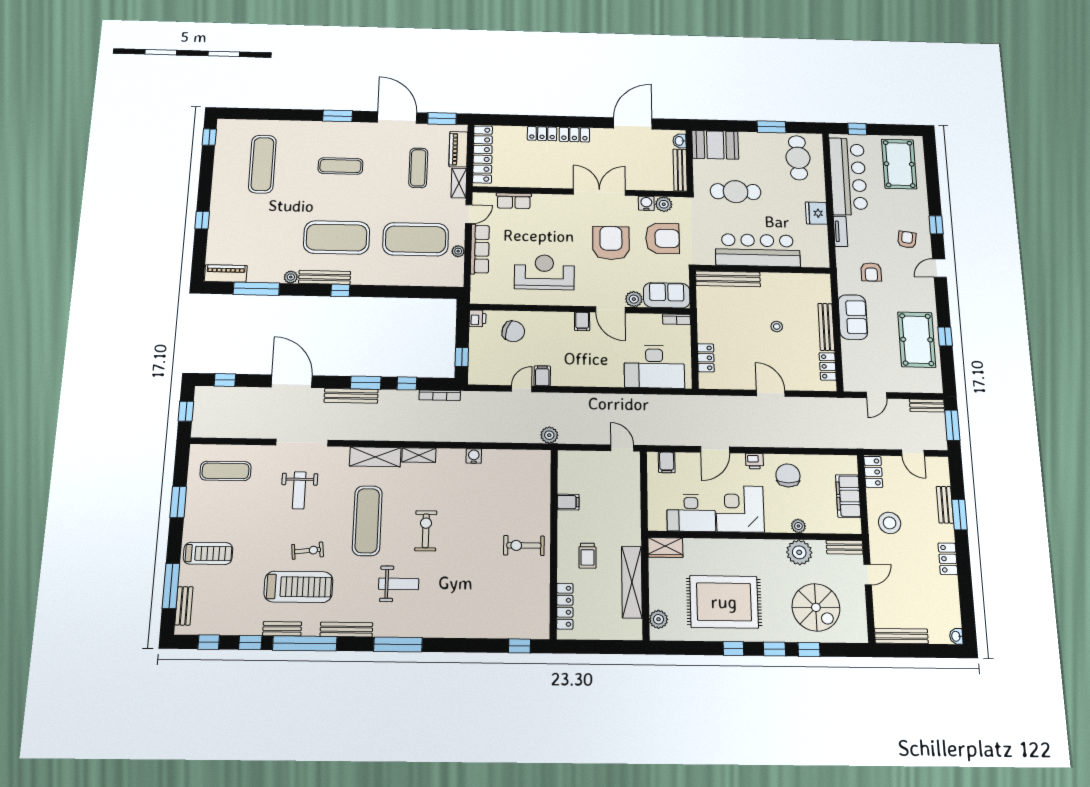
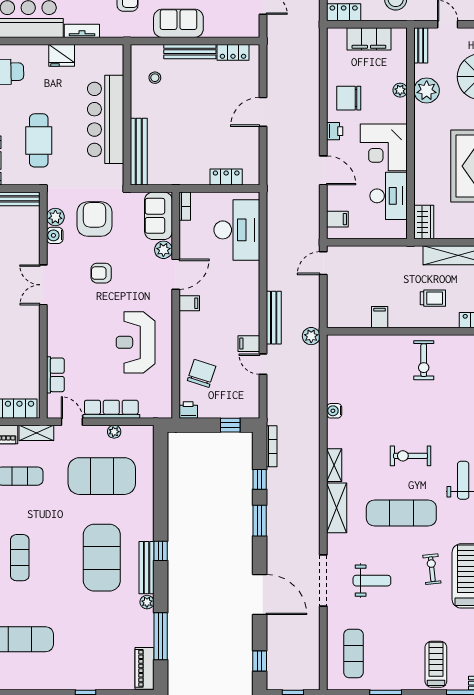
double door: (599, 192) -> (43, 285), width x0.73
exercise mat: (416, 239) -> (102, 476), turned 90
armchair: (611, 243) -> (101, 273), width x0.53, depth x0.53
stool: (777, 326) -> (155, 78), moved
door: (292, 381) -> (260, 594), swing flipped
bench: (351, 396) -> (274, 318), moved

